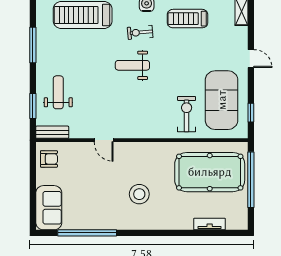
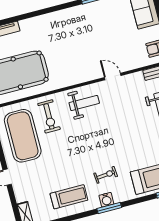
weight bench: (132, 65) -> (84, 103), moved
stool: (139, 194) -> (71, 39), removed

